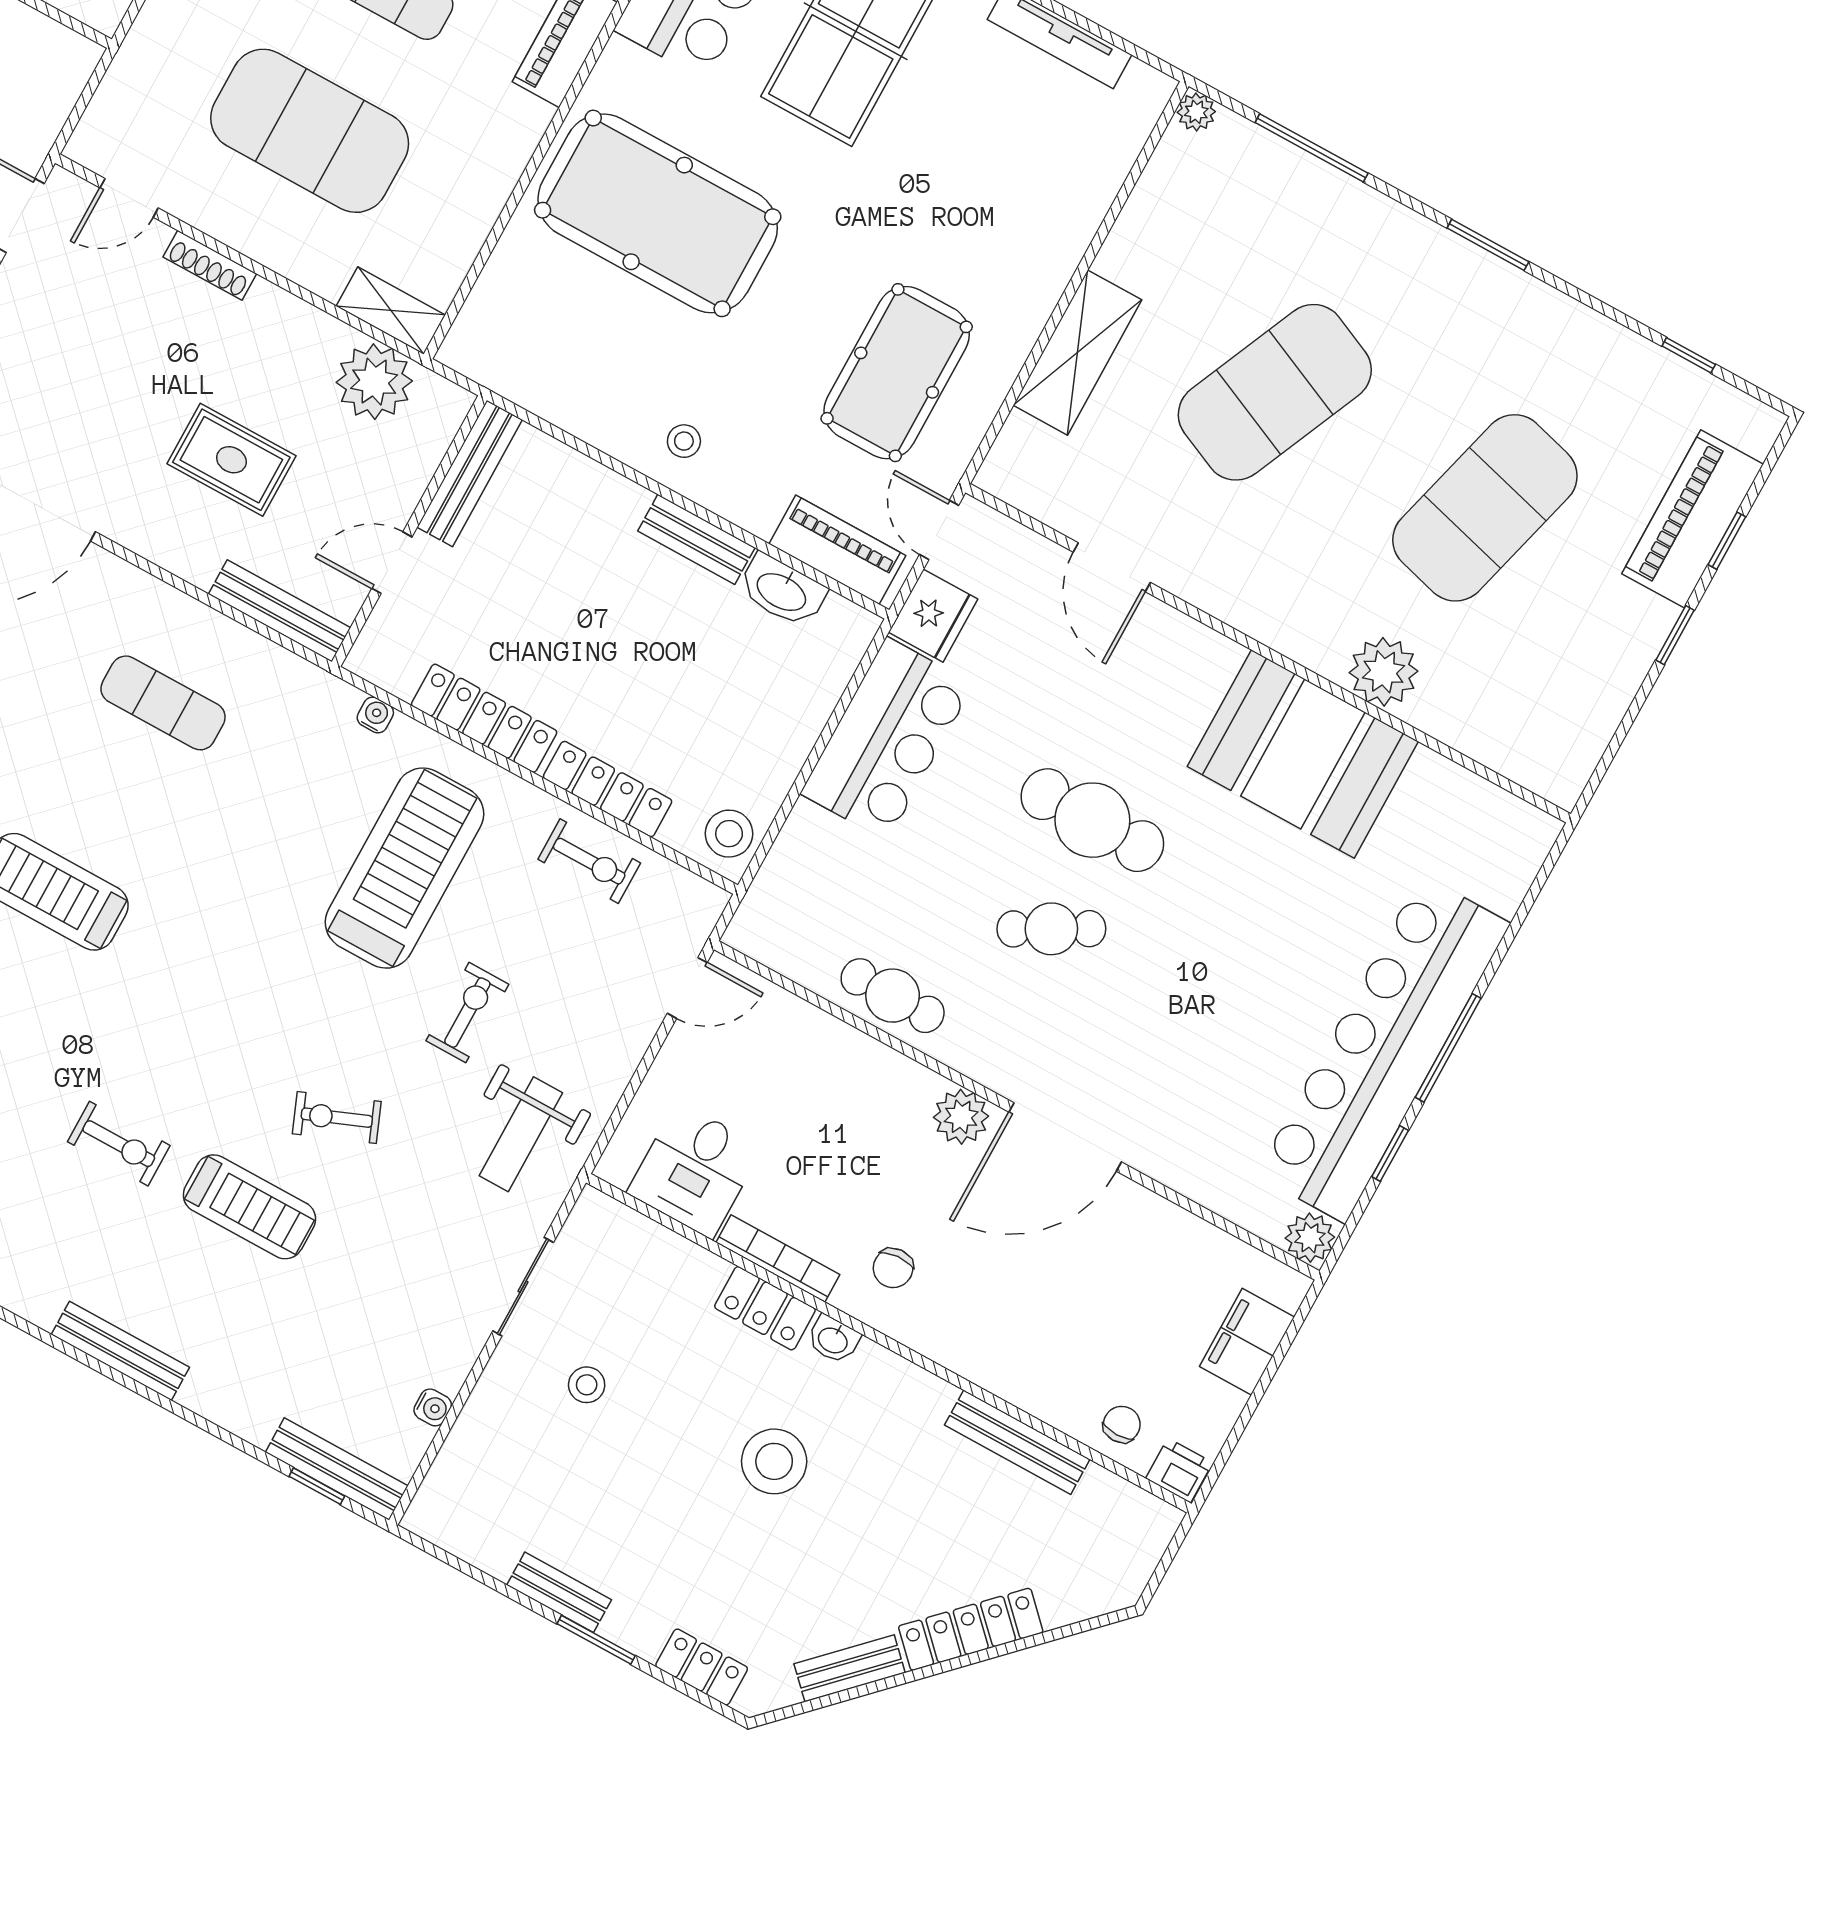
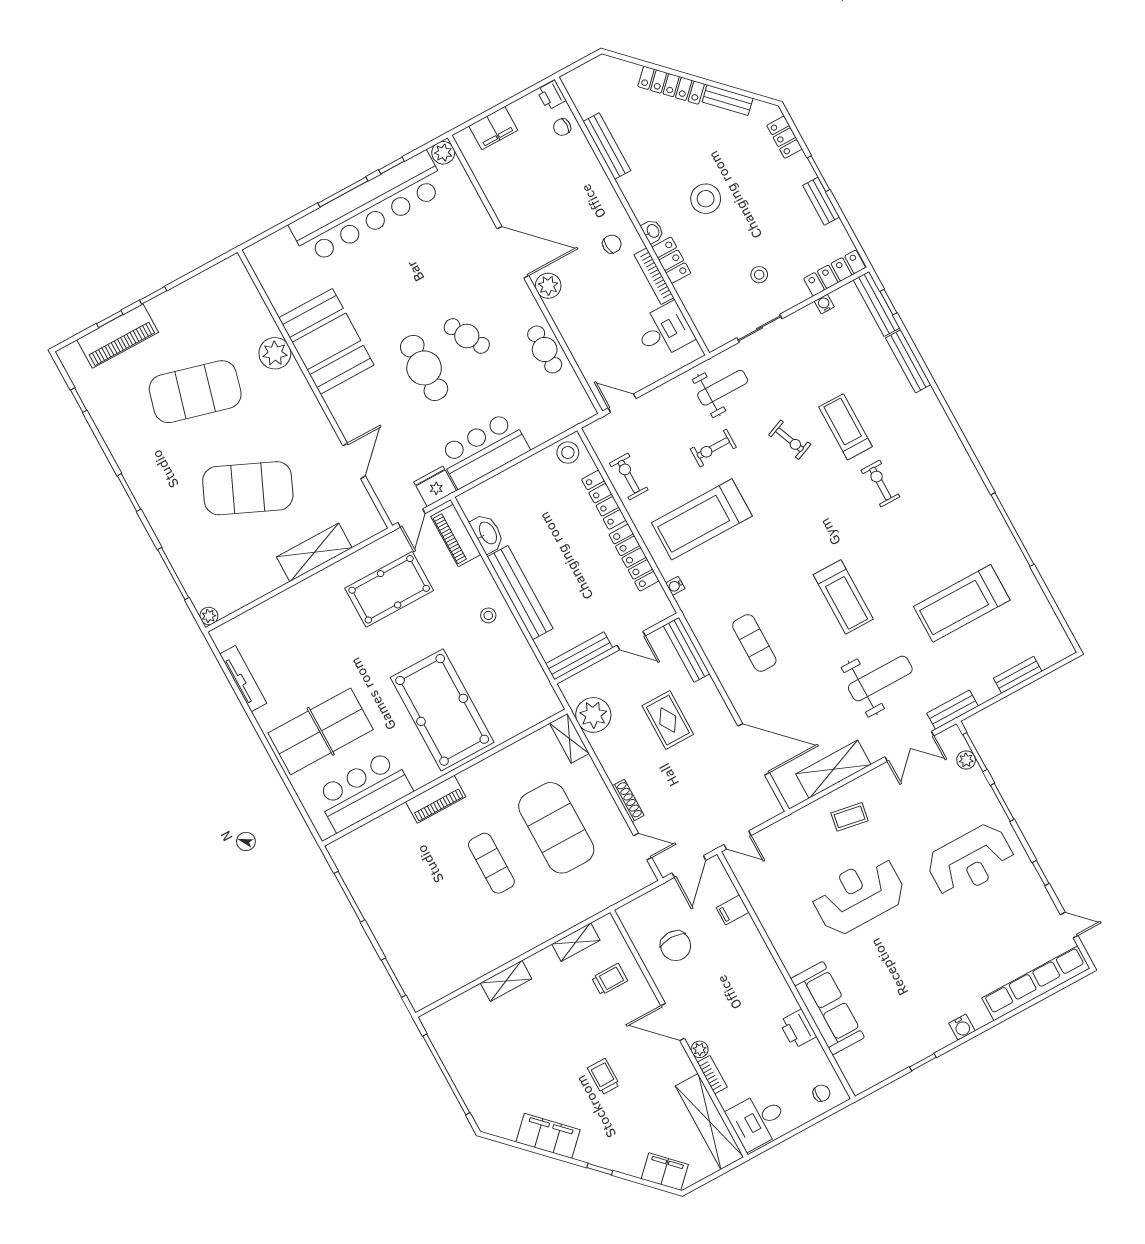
bench: (696, 539) -> (520, 593), width x1.86, depth x1.21
bench: (120, 1351) -> (908, 361), moved
locker: (450, 1476) -> (835, 273), added

